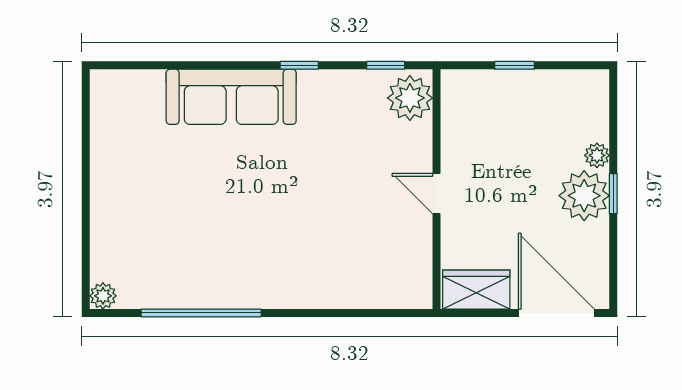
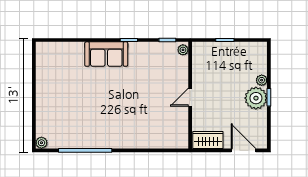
sofa: (231, 97) -> (106, 54), width x0.73
plant: (410, 98) -> (183, 50), width x0.53, depth x0.53
door: (436, 194) -> (190, 97), hinge flipped
door: (556, 313) -> (244, 150), width x0.73

